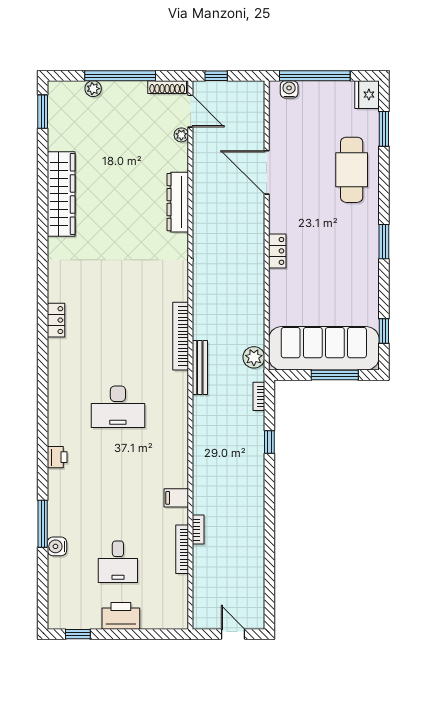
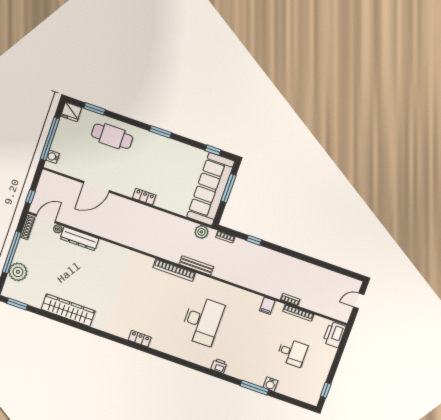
plant: (93, 89) -> (18, 272), width x1.87, depth x1.87
dresser: (178, 202) -> (79, 239), moved
desk: (118, 407) -> (202, 321), width x1.36, depth x1.30
printer: (121, 616) -> (334, 334), moved

